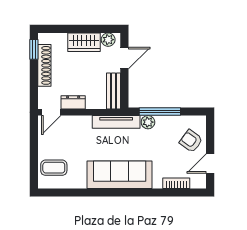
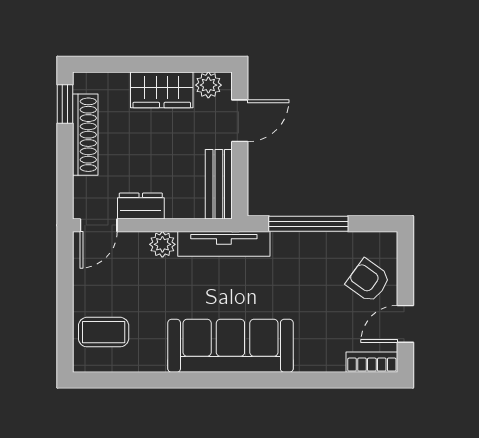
plant: (148, 122) -> (162, 244), moved
bookcase: (176, 183) -> (372, 362), moved

